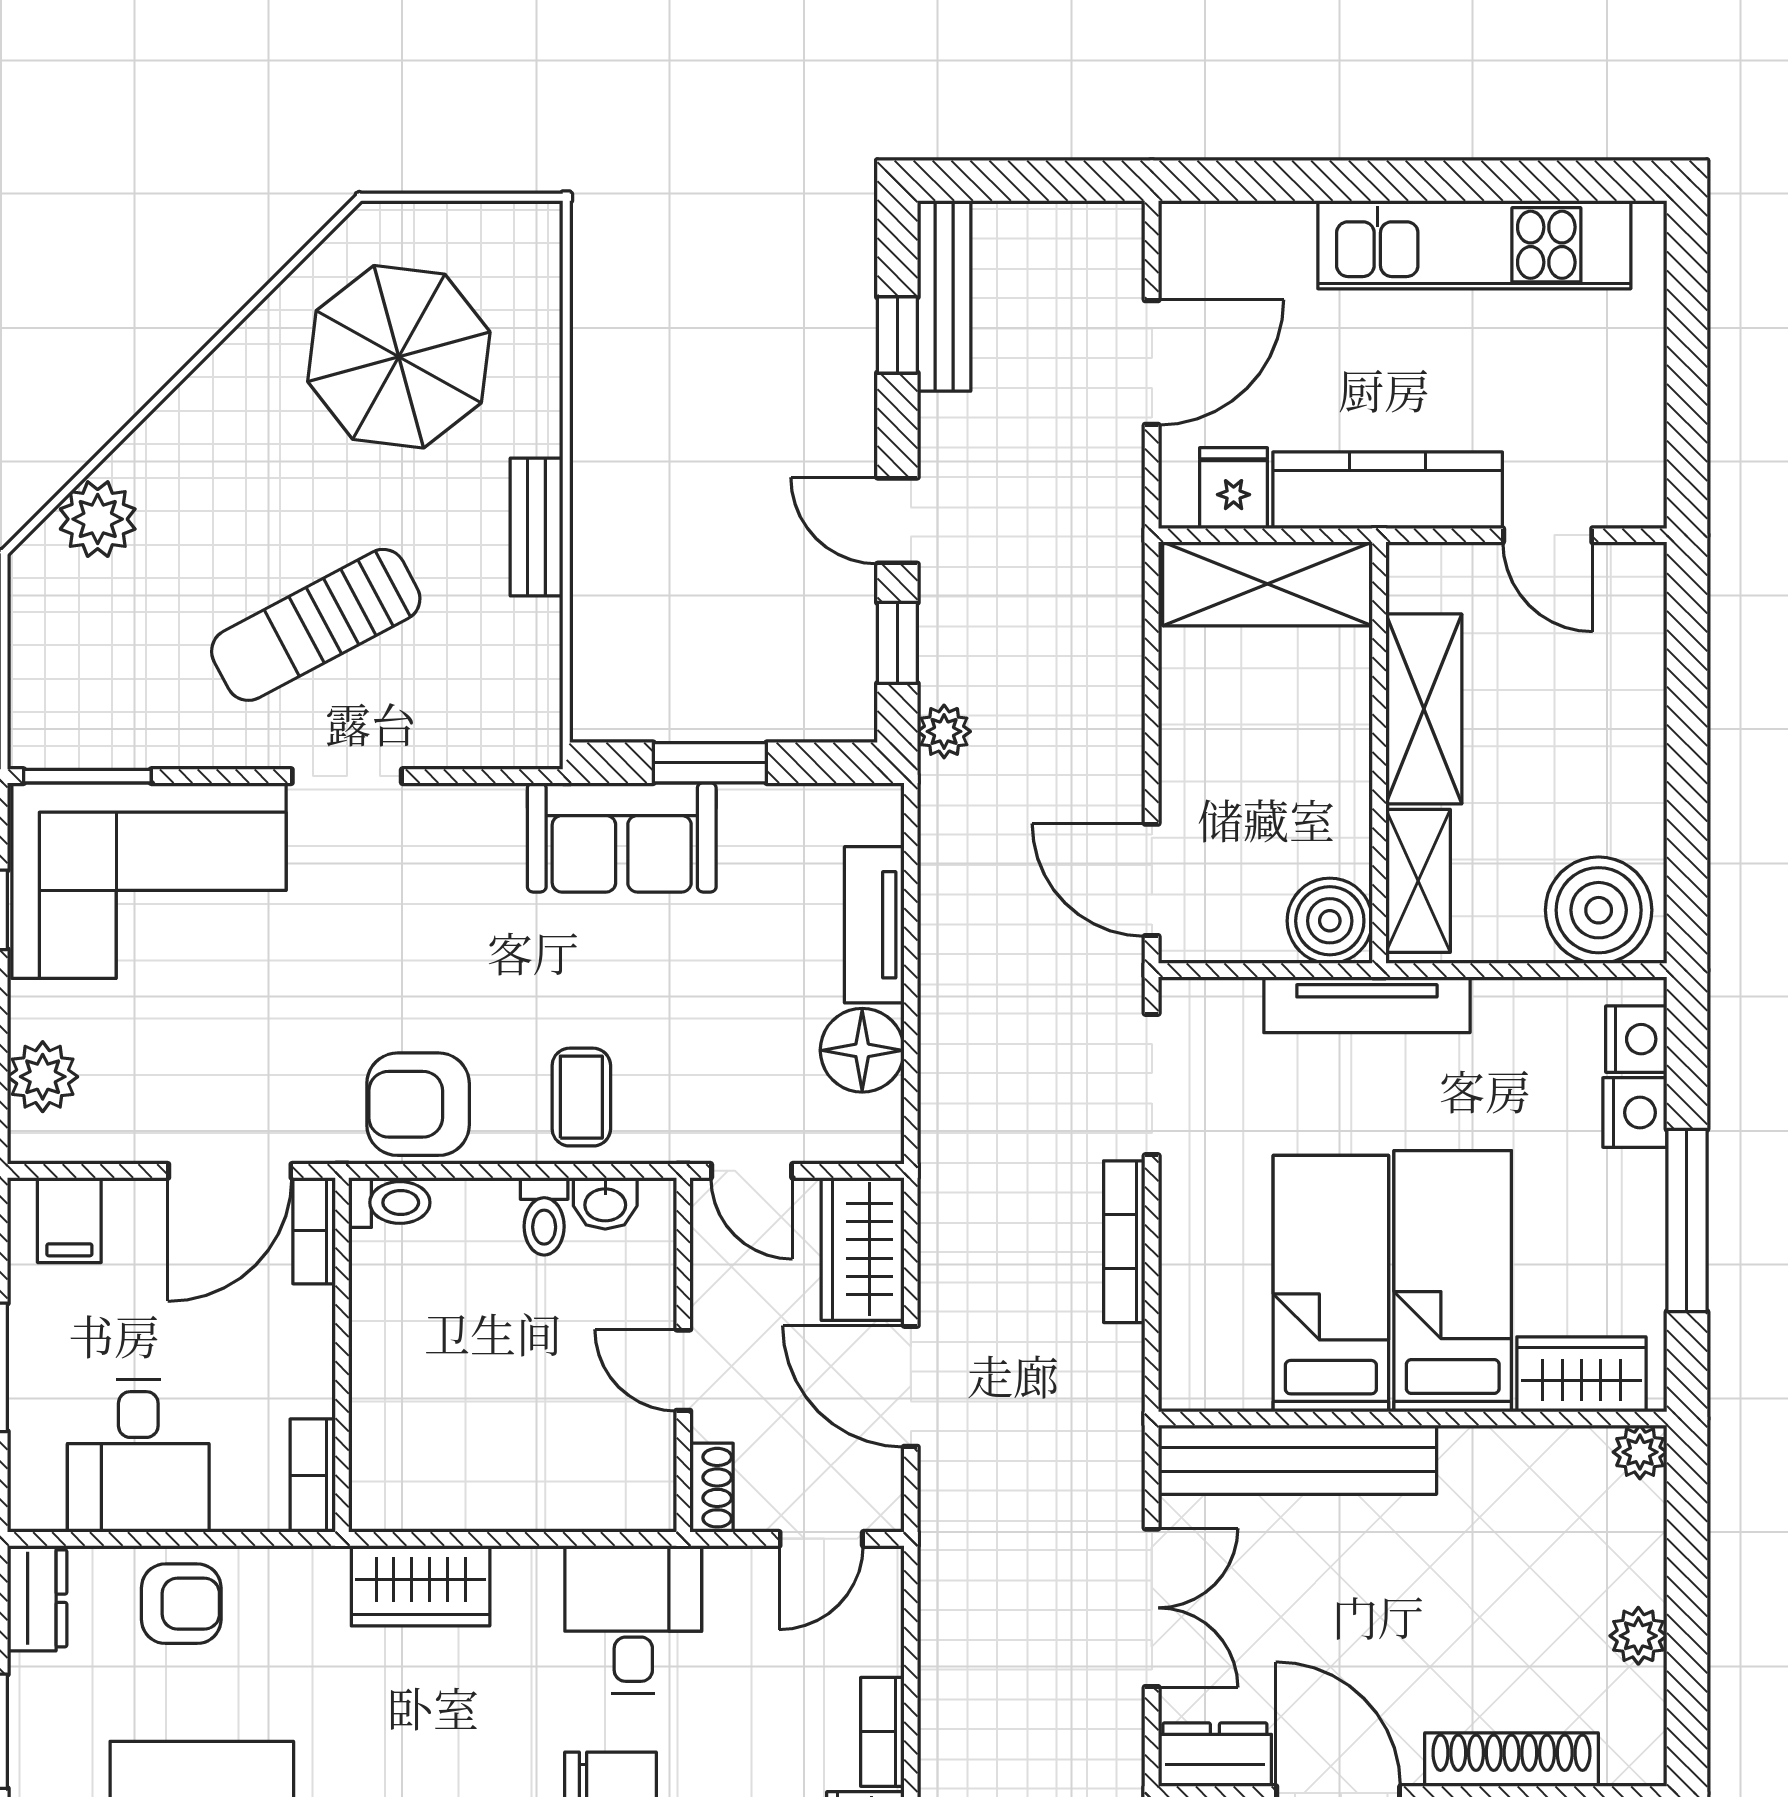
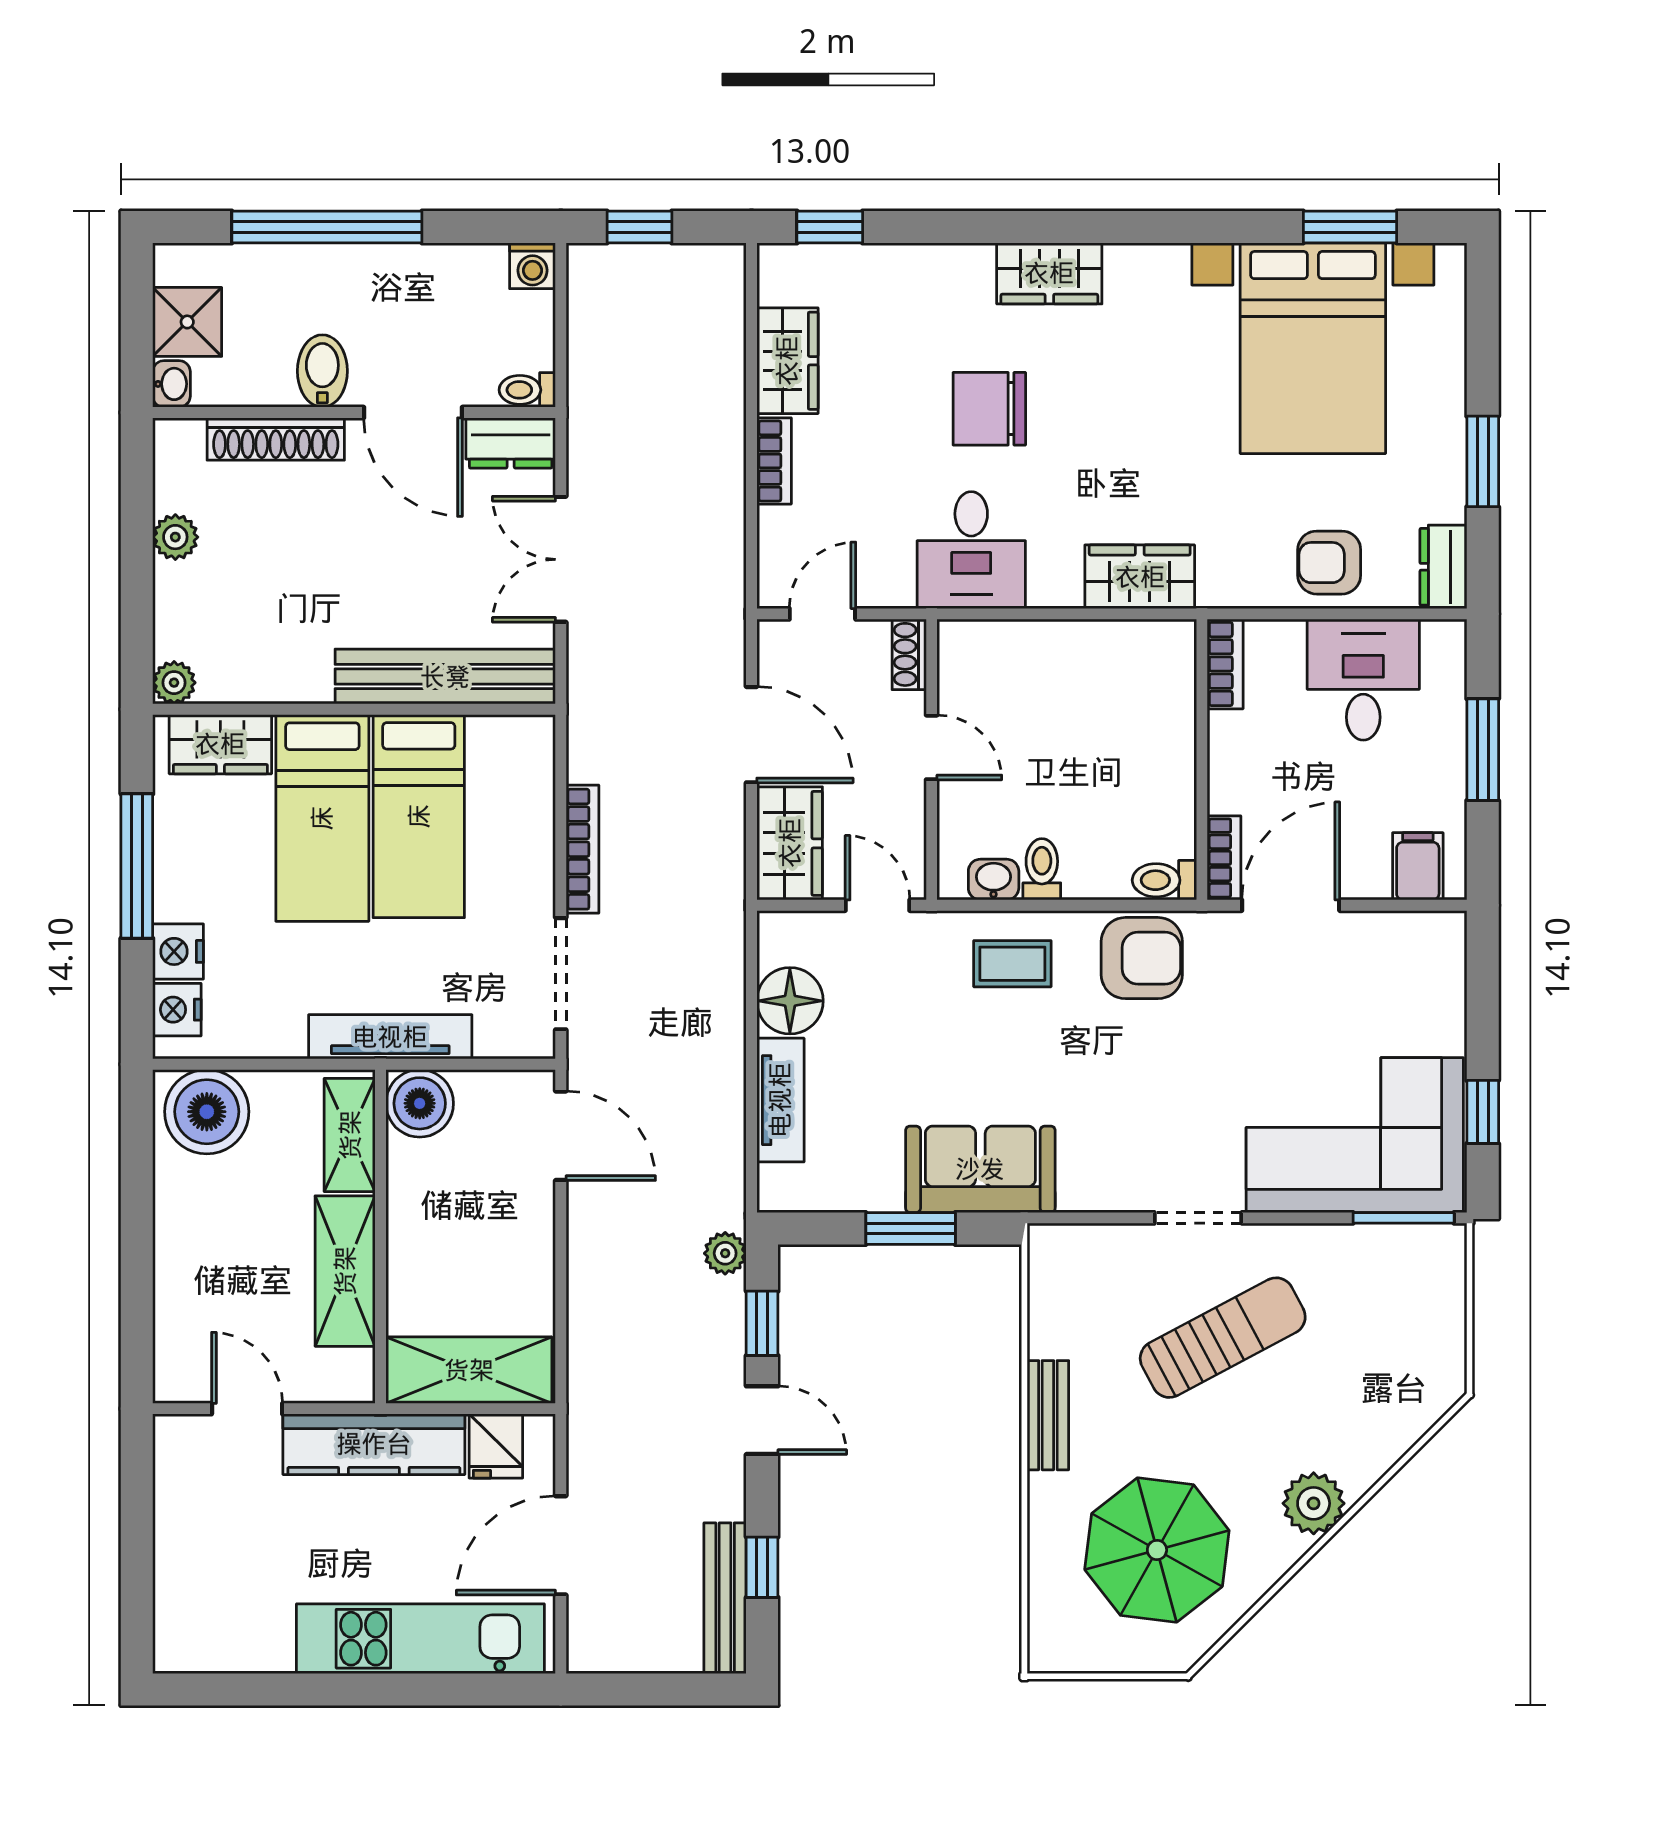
kitchen unit: (1474, 245) -> (420, 1639), moved
plant: (98, 519) -> (1314, 1503), moved
plant: (43, 1077) -> (1439, 980), removed
coffee table: (581, 1097) -> (1012, 964), turned 90

